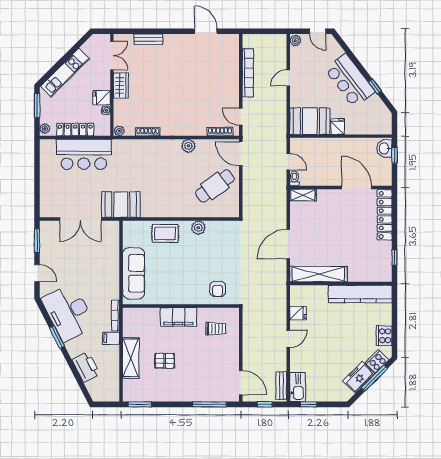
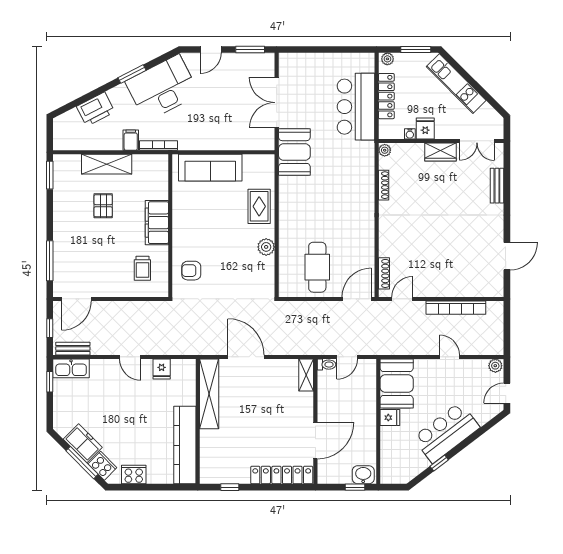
plant: (188, 146) -> (366, 235), removed
cafe table: (215, 186) -> (317, 267), turned 36

